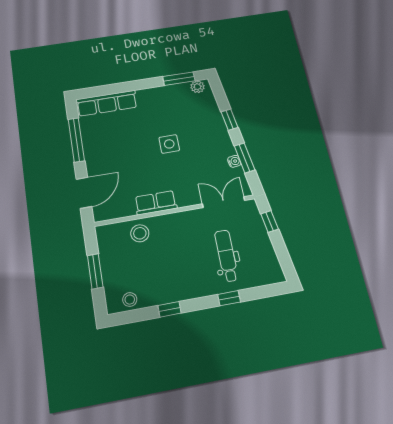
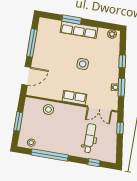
window: (179, 79) -> (72, 20), moved
row of seats: (107, 103) -> (79, 30), moved
double door: (224, 202) -> (100, 109), swing flipped
row of seats: (156, 203) -> (74, 98), moved
window: (229, 298) -> (94, 163), moved
window: (169, 309) -> (50, 155), width x3.17

